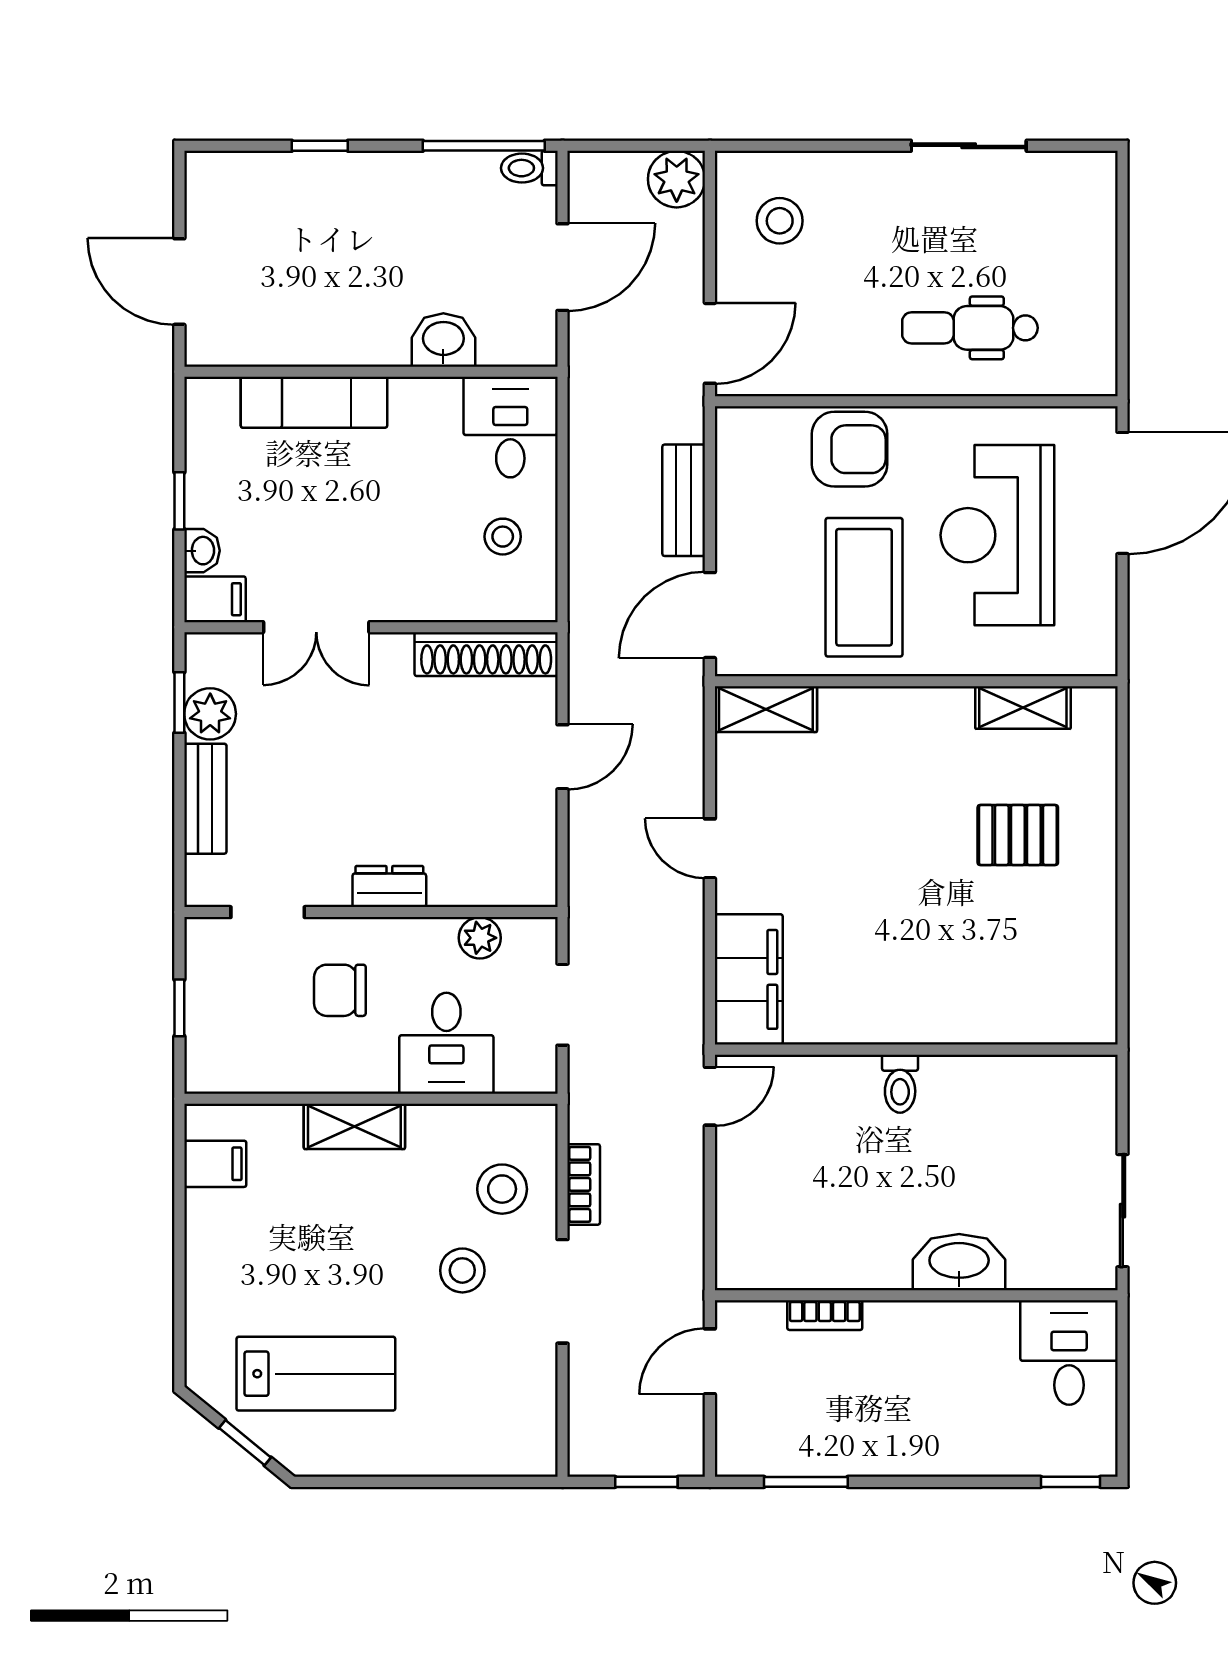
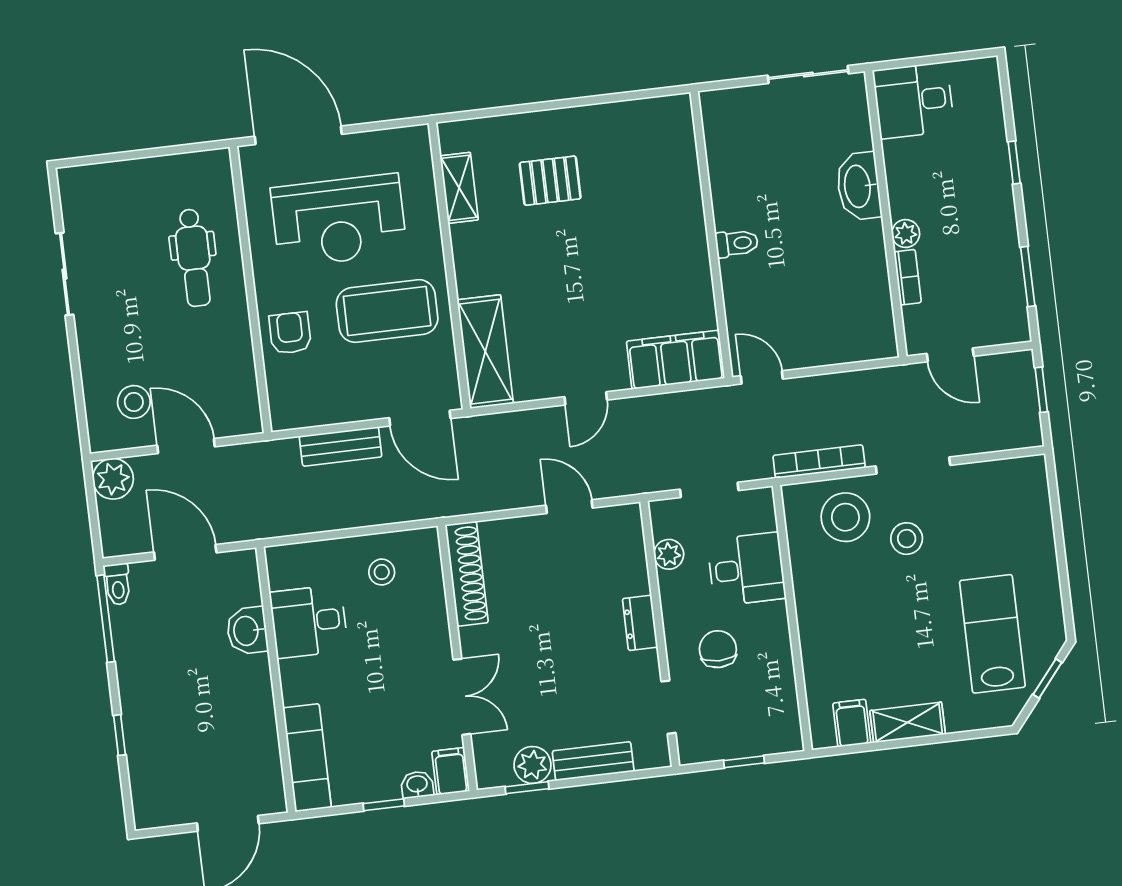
door: (710, 343) -> (186, 446), moved
exam couch: (314, 402) -> (307, 758), moved
desk: (510, 427) -> (309, 621), moved
armchair: (850, 449) -> (290, 333), width x0.72, depth x0.72
shelving: (766, 709) -> (485, 352), width x1.50, depth x1.33
door: (563, 757) -> (569, 507), moved
pallet: (1018, 835) -> (550, 181), turned 90
chair: (340, 990) -> (718, 649), turned 180
shelving: (354, 1126) -> (908, 722), moved, turned 90
bookcase: (584, 1184) -> (819, 462), width x1.56
stool: (502, 1189) -> (845, 517), width x1.38, depth x1.38
plant: (886, 1320) -> (906, 234), added
window: (1071, 1482) -> (1014, 163), moved

